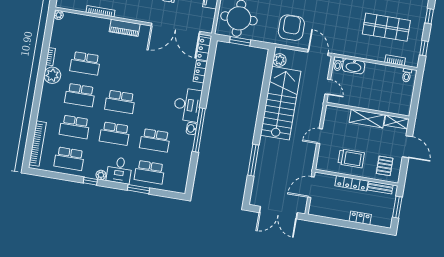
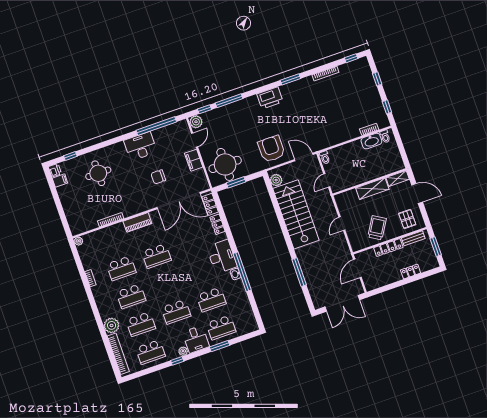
shop shelf: (386, 27) -> (348, 107), removed
washbasin: (354, 66) -> (371, 141), moved
plant: (52, 75) -> (112, 325), moved
door: (328, 87) -> (327, 180), swing flipped
school desk: (120, 102) -> (157, 256), moved
trolley: (351, 158) -> (377, 228), turned -59

